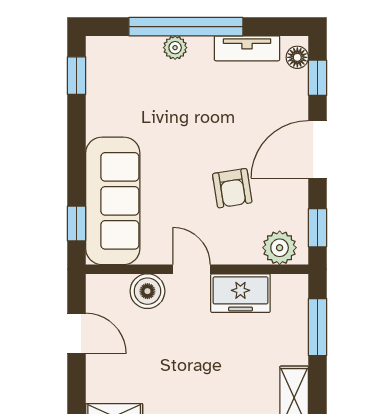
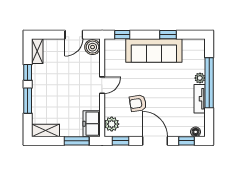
tv unit: (247, 48) -> (200, 99), moved
window: (77, 76) -> (168, 35), moved
sofa: (113, 201) -> (154, 51), moved
boiler: (147, 291) -> (93, 47), moved
freezer: (240, 293) -> (92, 124), moved

